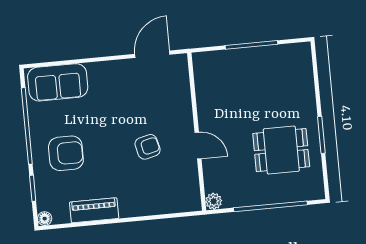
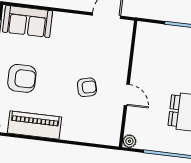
piano: (94, 210) -> (35, 125), width x1.37, depth x1.33

